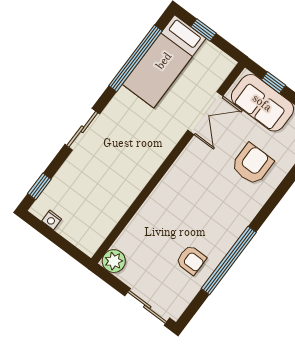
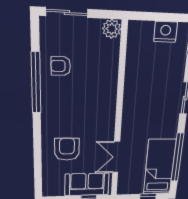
armchair: (252, 164) -> (67, 149), turned 180
nightstand: (52, 220) -> (165, 32), width x1.89, depth x1.79

